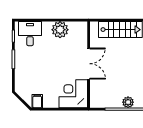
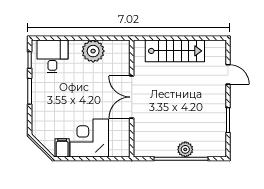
double door: (89, 64) -> (132, 97), swing flipped
corner desk: (73, 94) -> (89, 138), moved

